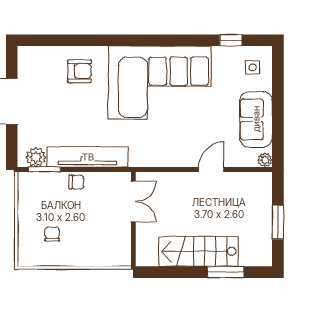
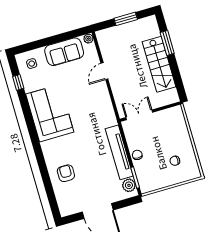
corner sofa: (160, 83) -> (50, 113), width x0.73, depth x0.74
door: (211, 170) -> (104, 71), hinge flipped

